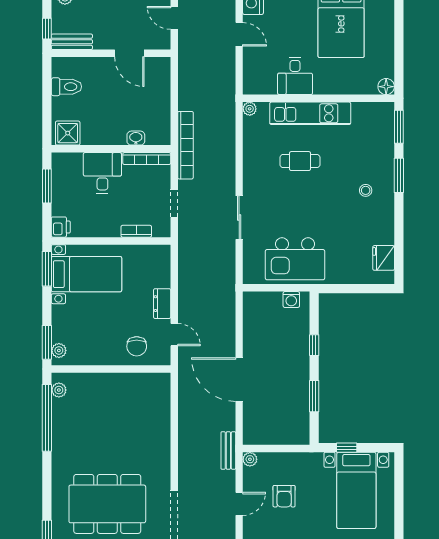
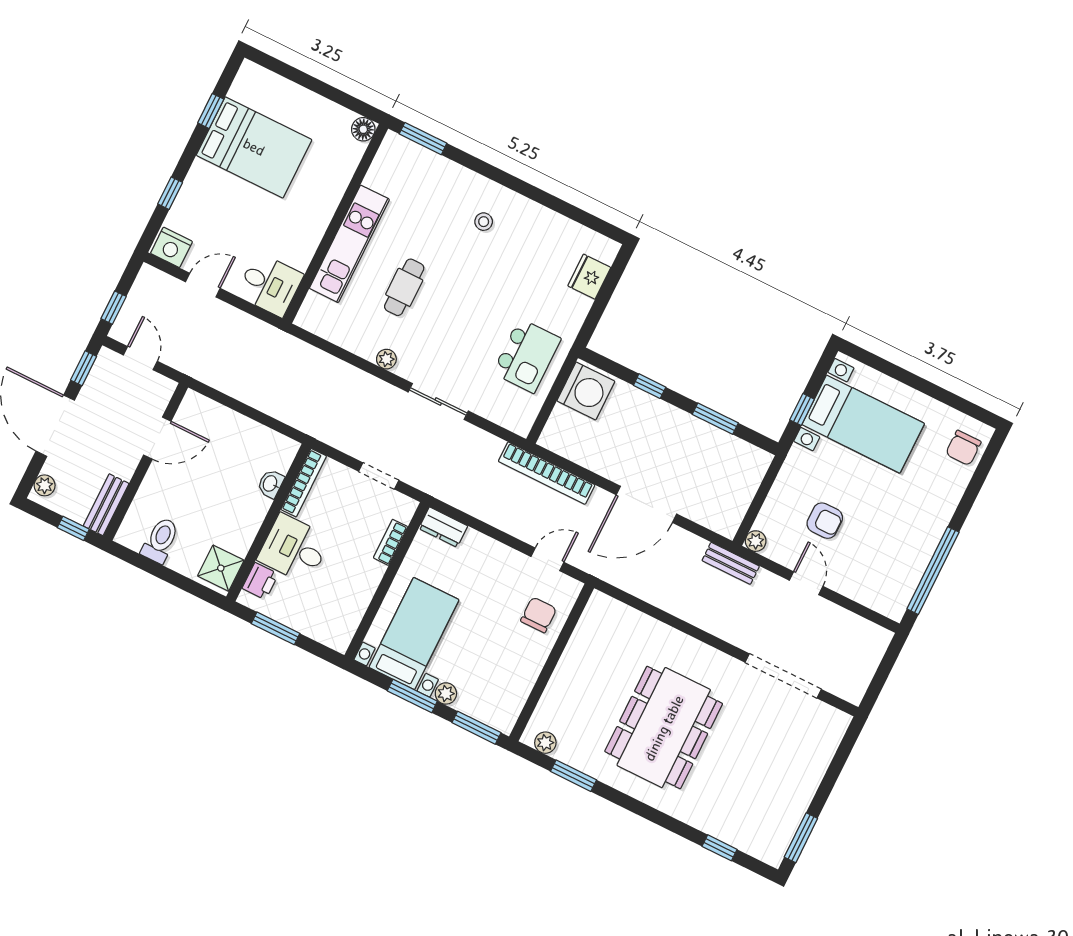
door: (174, 18) -> (140, 358), swing flipped
desk: (295, 76) -> (270, 285), moved
plant: (250, 109) -> (386, 359), moved
bookcase: (185, 145) -> (547, 473), moved, turned 180
window: (399, 175) -> (486, 169), removed
printer: (61, 227) -> (260, 581), moved, turned 90
fridge: (384, 258) -> (589, 277), moved, turned 90
kitchen island: (295, 259) -> (527, 356), width x0.73, depth x0.78
window: (47, 269) -> (412, 696), moved
washing machine: (291, 299) -> (586, 391), width x1.89, depth x1.89
dresser: (162, 304) -> (443, 527), moved
chair: (137, 346) -> (539, 615), turned -90
plant: (59, 350) -> (446, 693), moved
window: (47, 418) -> (573, 776), width x0.47
dining table: (107, 504) -> (664, 728), moved

